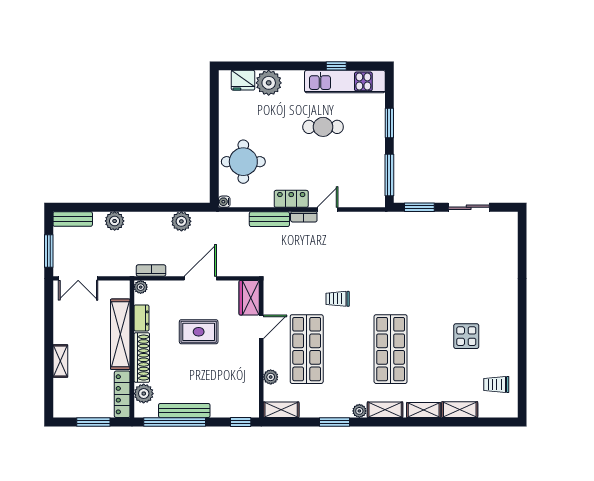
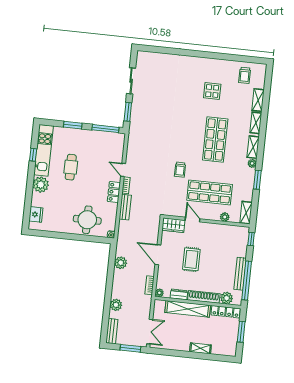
plant: (269, 83) -> (41, 185), moved
shop shelf: (391, 349) -> (215, 140), turned 90

